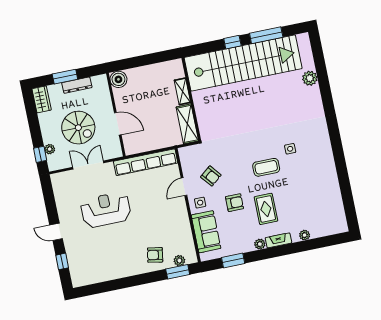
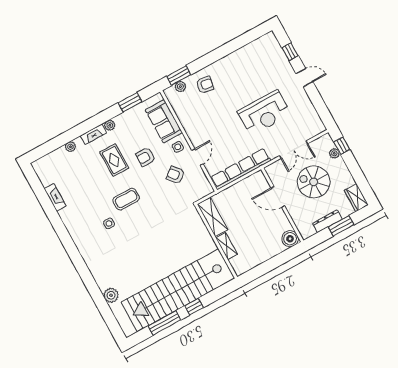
fireplace: (335, 190) -> (55, 197), added

